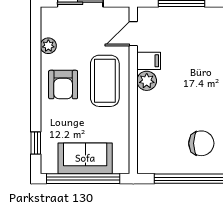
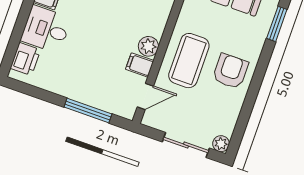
plant: (48, 46) -> (221, 144), moved
window: (36, 143) -> (277, 24), width x1.50

